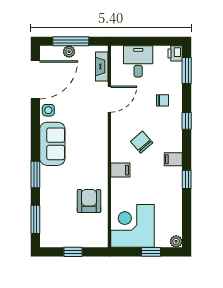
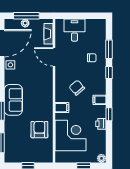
printer: (175, 53) -> (101, 124), moved
window: (187, 71) -> (109, 49), moved
door: (109, 99) -> (54, 57), swing flipped
sofa: (52, 144) -> (13, 100), moved
corner desk: (133, 226) -> (70, 135), moved, turned 90

